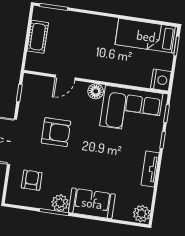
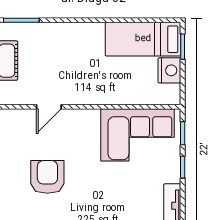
nightstand: (161, 80) -> (169, 70), moved
floor lamp: (96, 91) -> (90, 118), removed
armchair: (56, 132) -> (47, 177), turned -90

